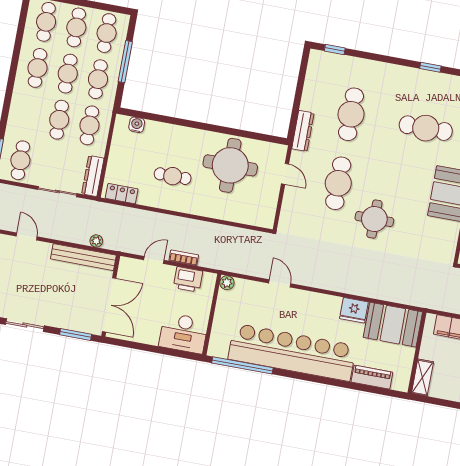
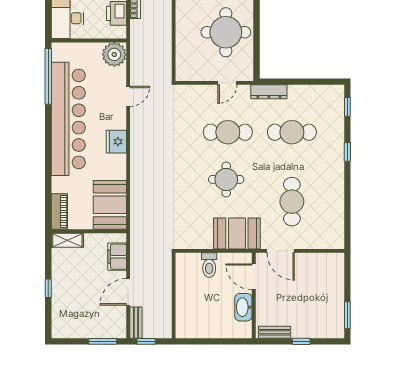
window: (430, 67) -> (347, 152), moved
round table: (374, 219) -> (226, 179), moved
plant: (227, 283) -> (114, 54), width x1.87, depth x1.87
fridge: (354, 310) -> (116, 142), moved
piano: (372, 377) -> (59, 212), moved

